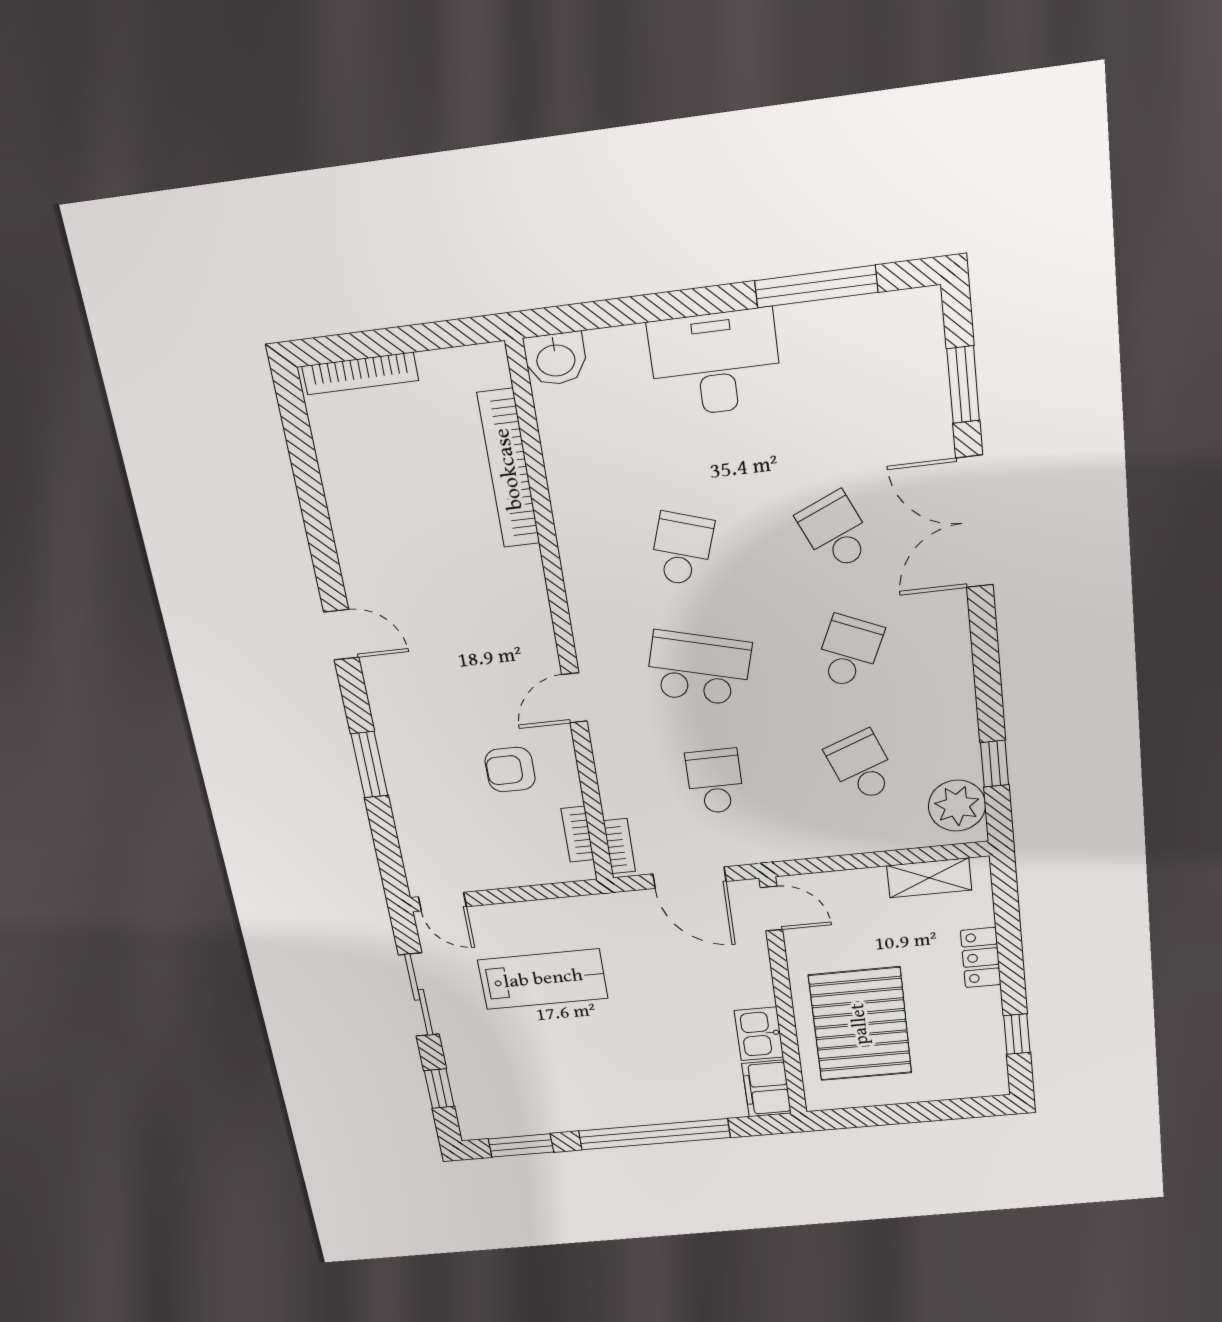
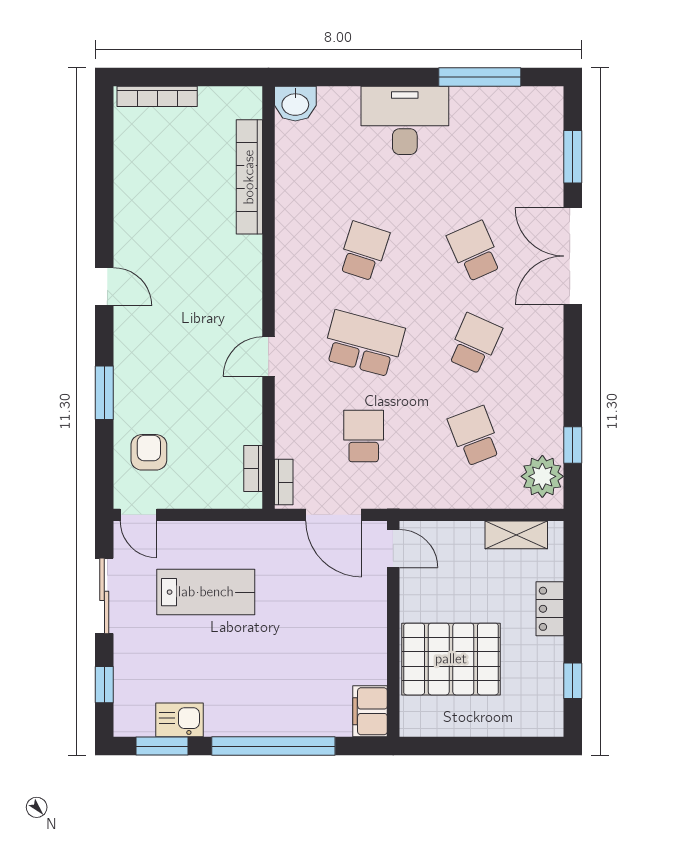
armchair: (510, 770) -> (149, 452), moved, turned 90
pallet: (860, 1024) -> (451, 659), turned 90
kitchen sink: (759, 1034) -> (180, 720), moved, turned 90

